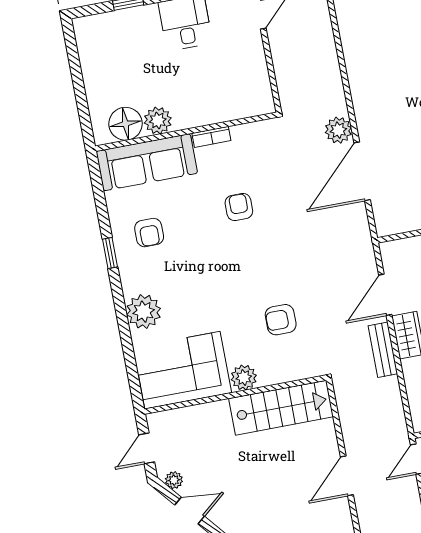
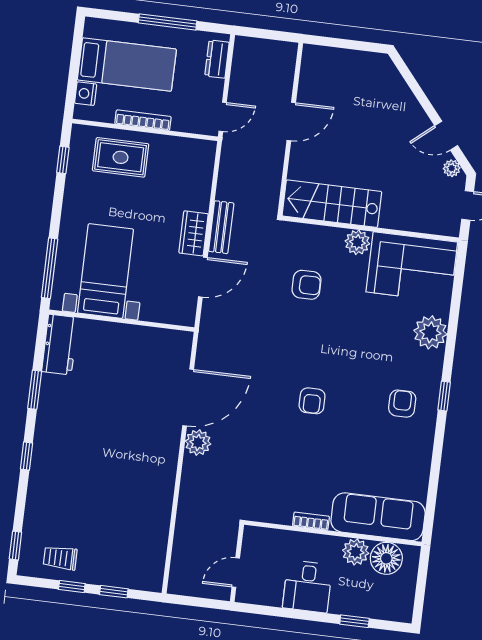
plant: (158, 121) -> (356, 552), moved
floor lamp: (126, 124) -> (386, 558), moved
wall: (186, 132) -> (333, 533), moved
bookcase: (211, 137) -> (311, 521), moved
sofa: (147, 162) -> (378, 517), moved

